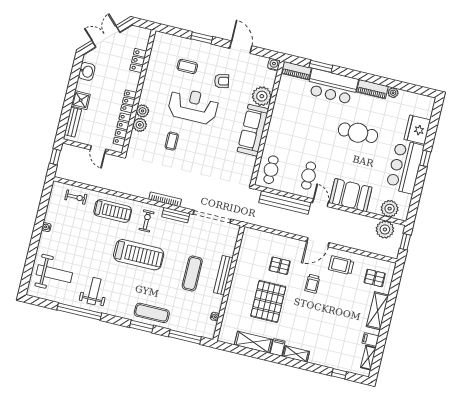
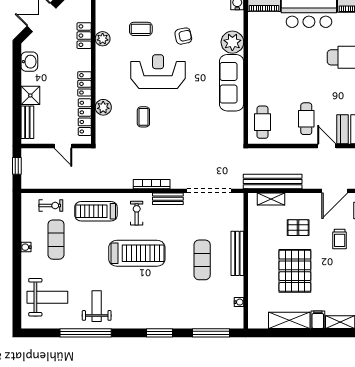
plant: (143, 111) -> (103, 39), moved
bench: (285, 203) -> (273, 181), moved
treadmill: (113, 211) -> (96, 211), turned 180
shelving: (263, 236) -> (271, 199), added
exercise mat: (152, 313) -> (56, 240), moved, turned 90

